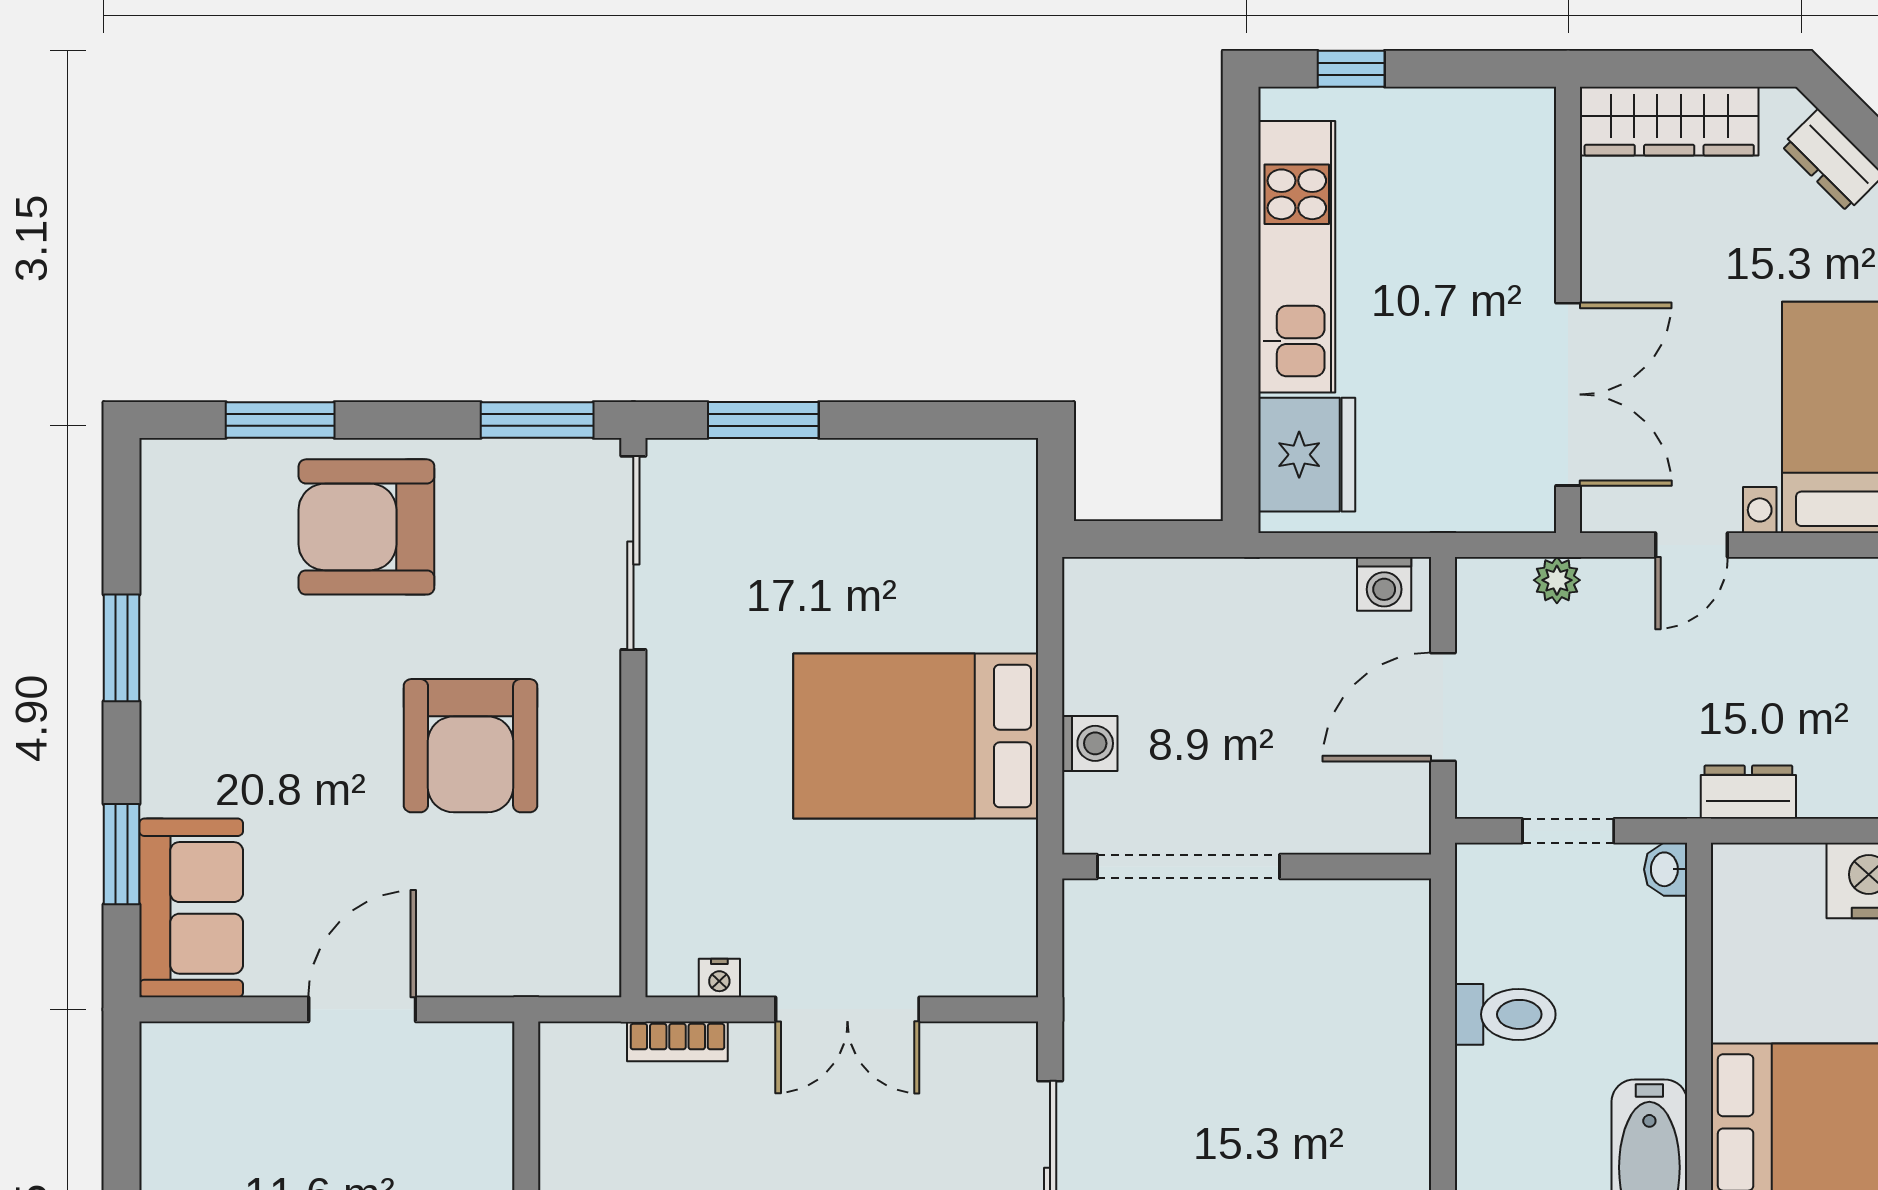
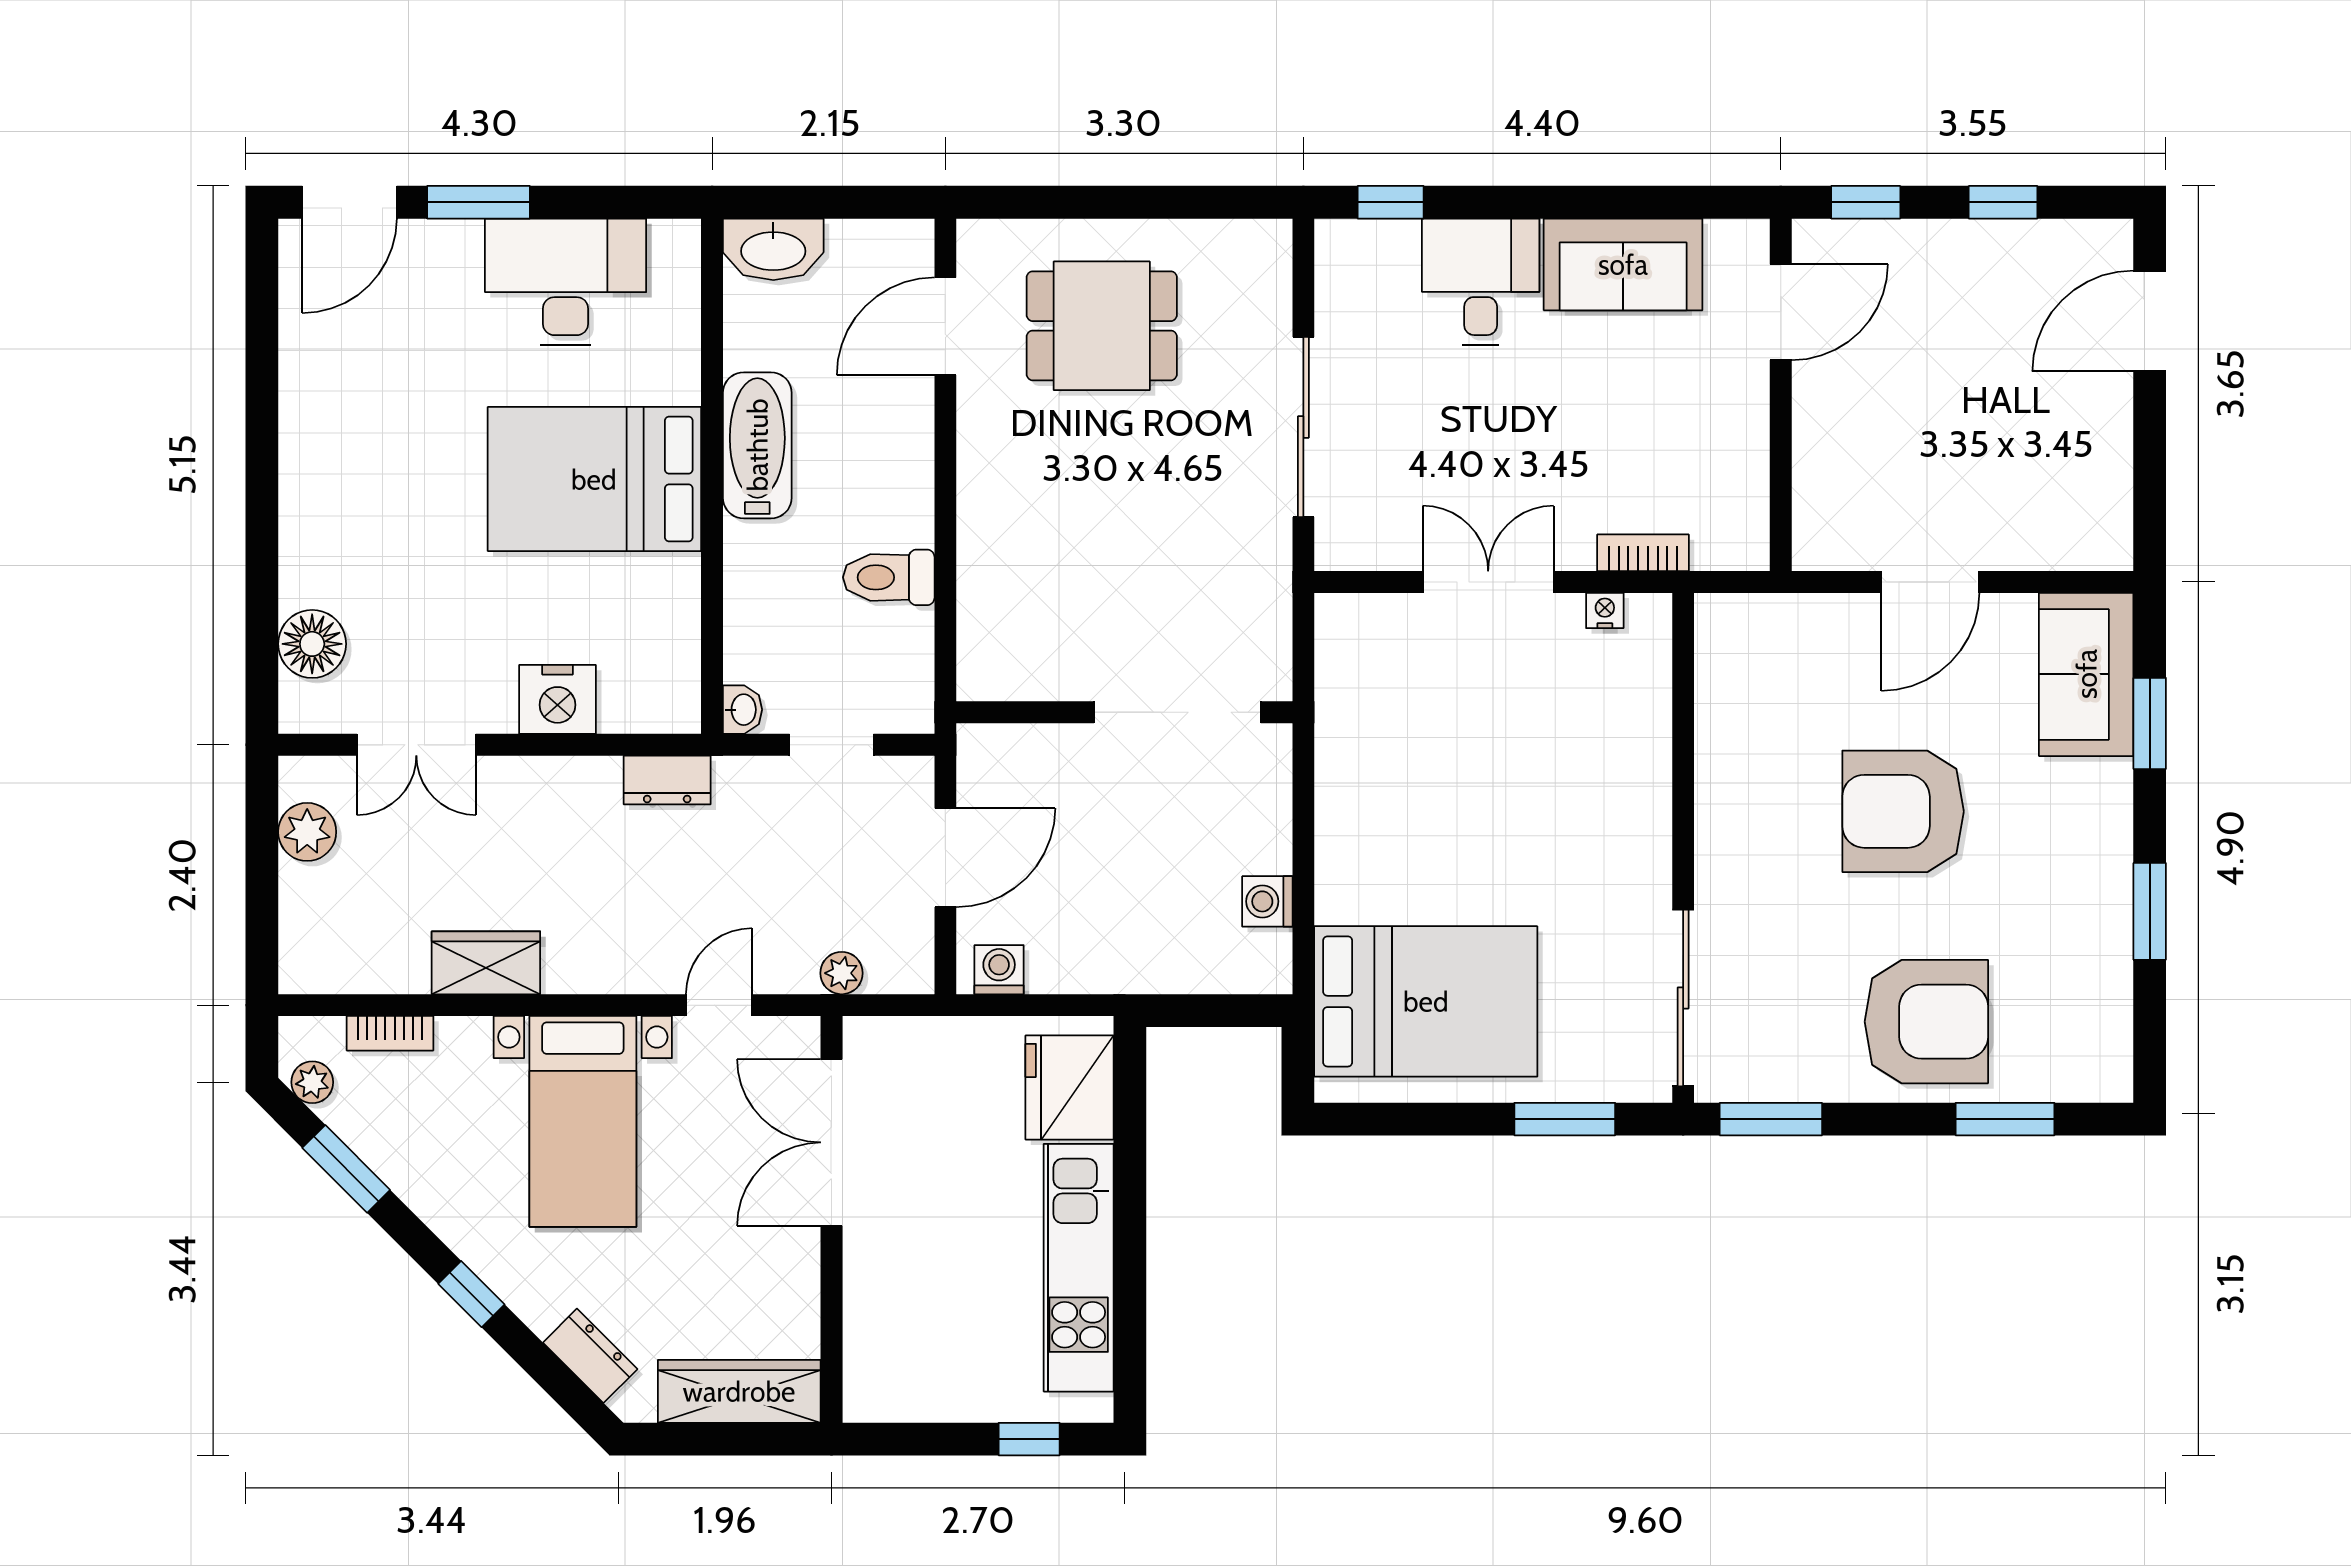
bed: (916, 736) -> (1426, 1001), moved
washing machine: (1090, 743) -> (1267, 901), moved
armchair: (471, 746) -> (1903, 811), moved, turned -90

